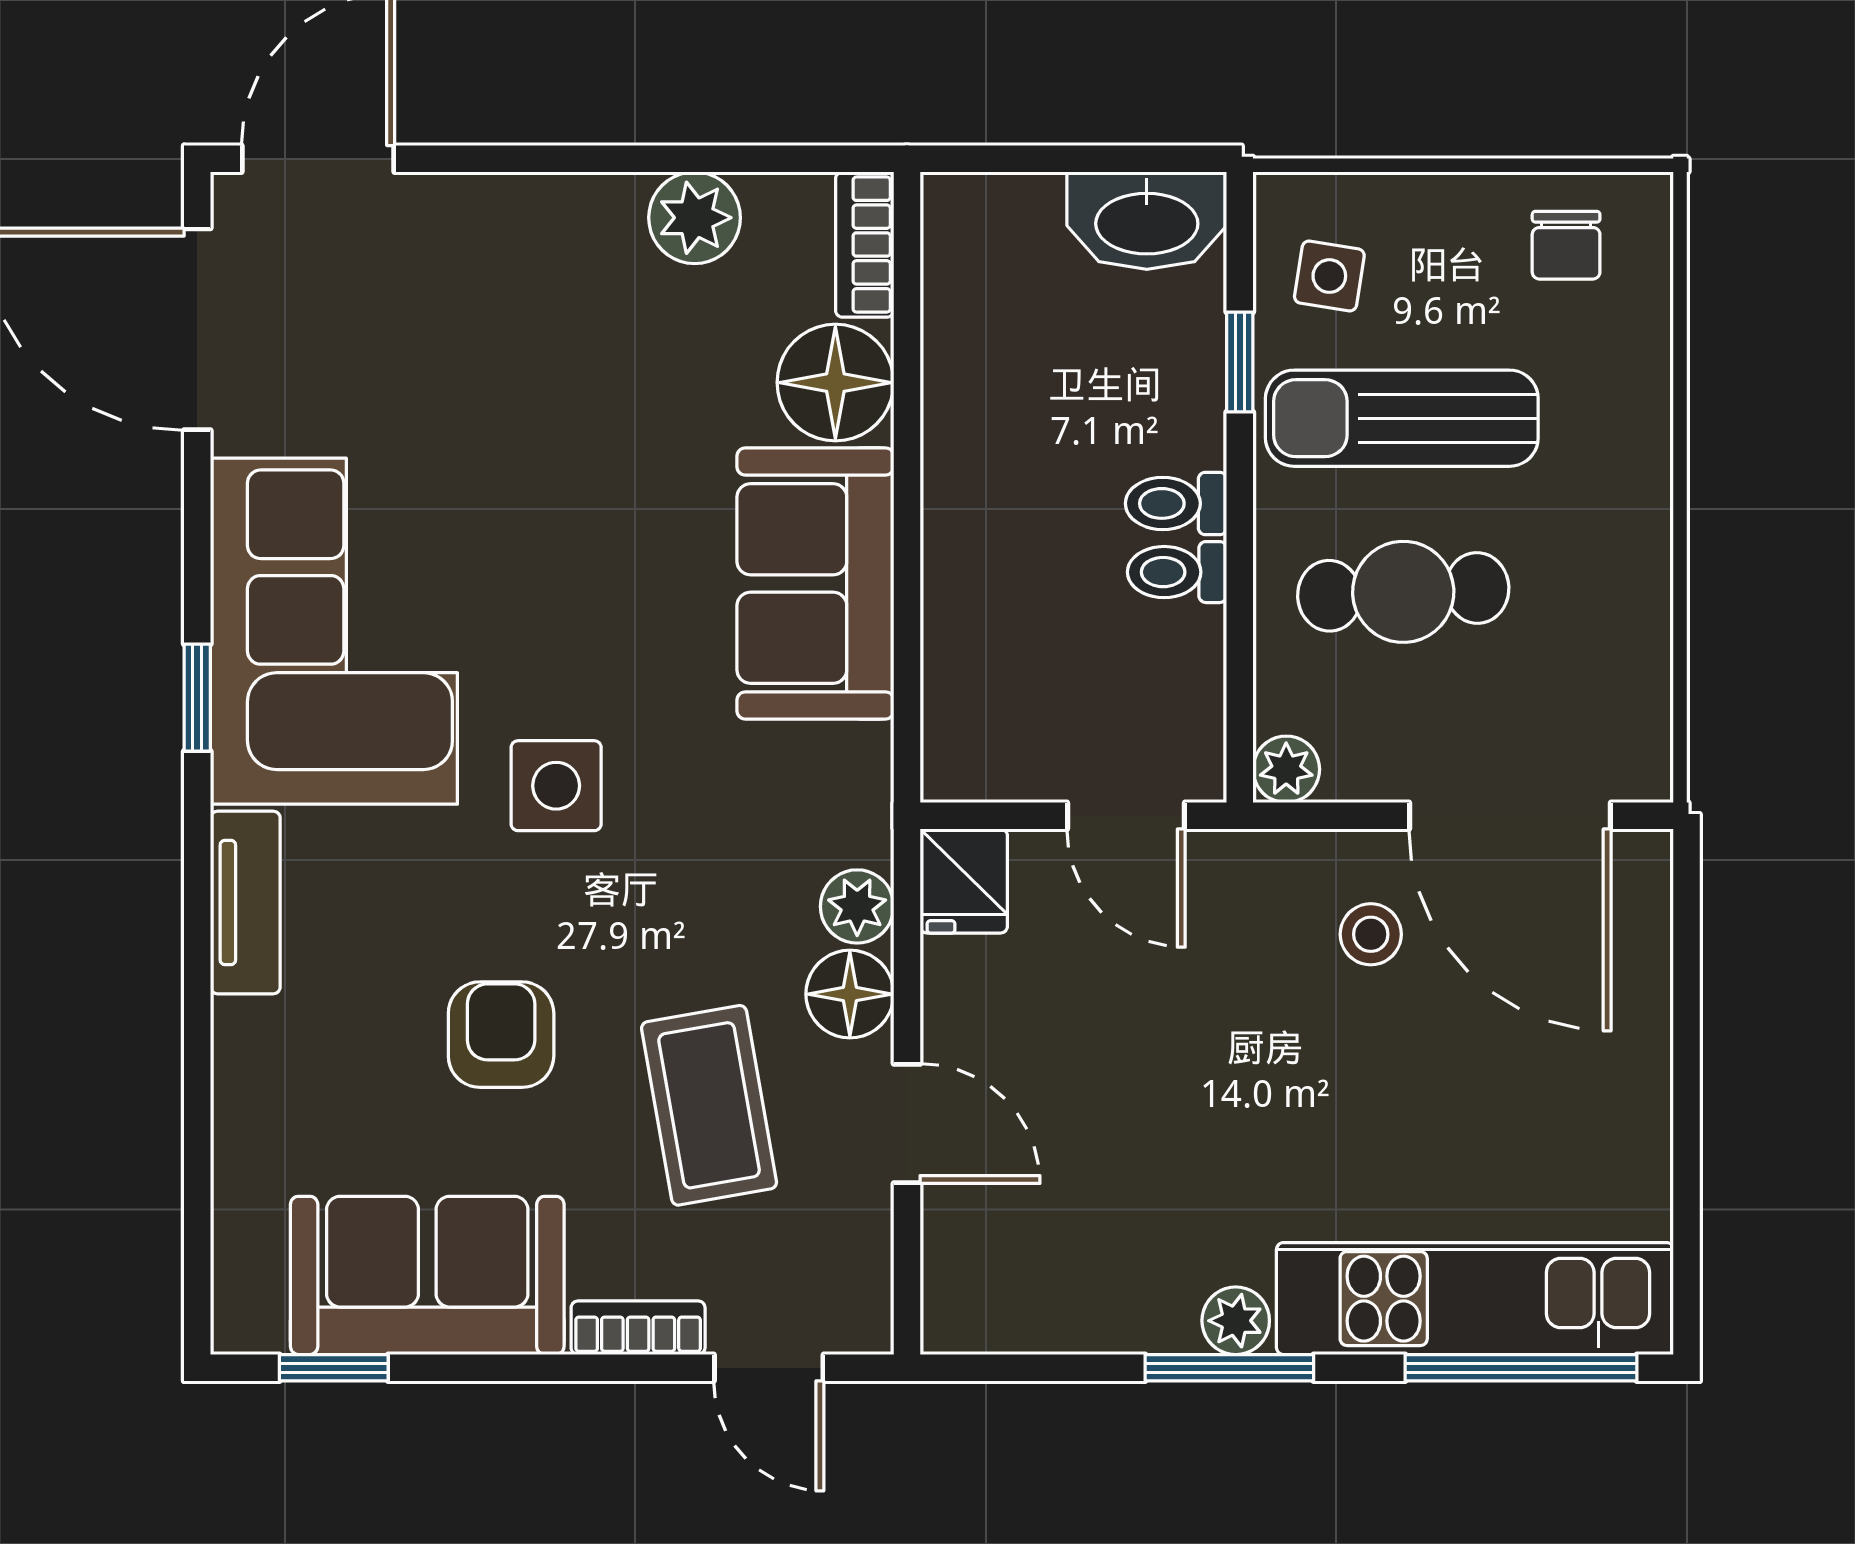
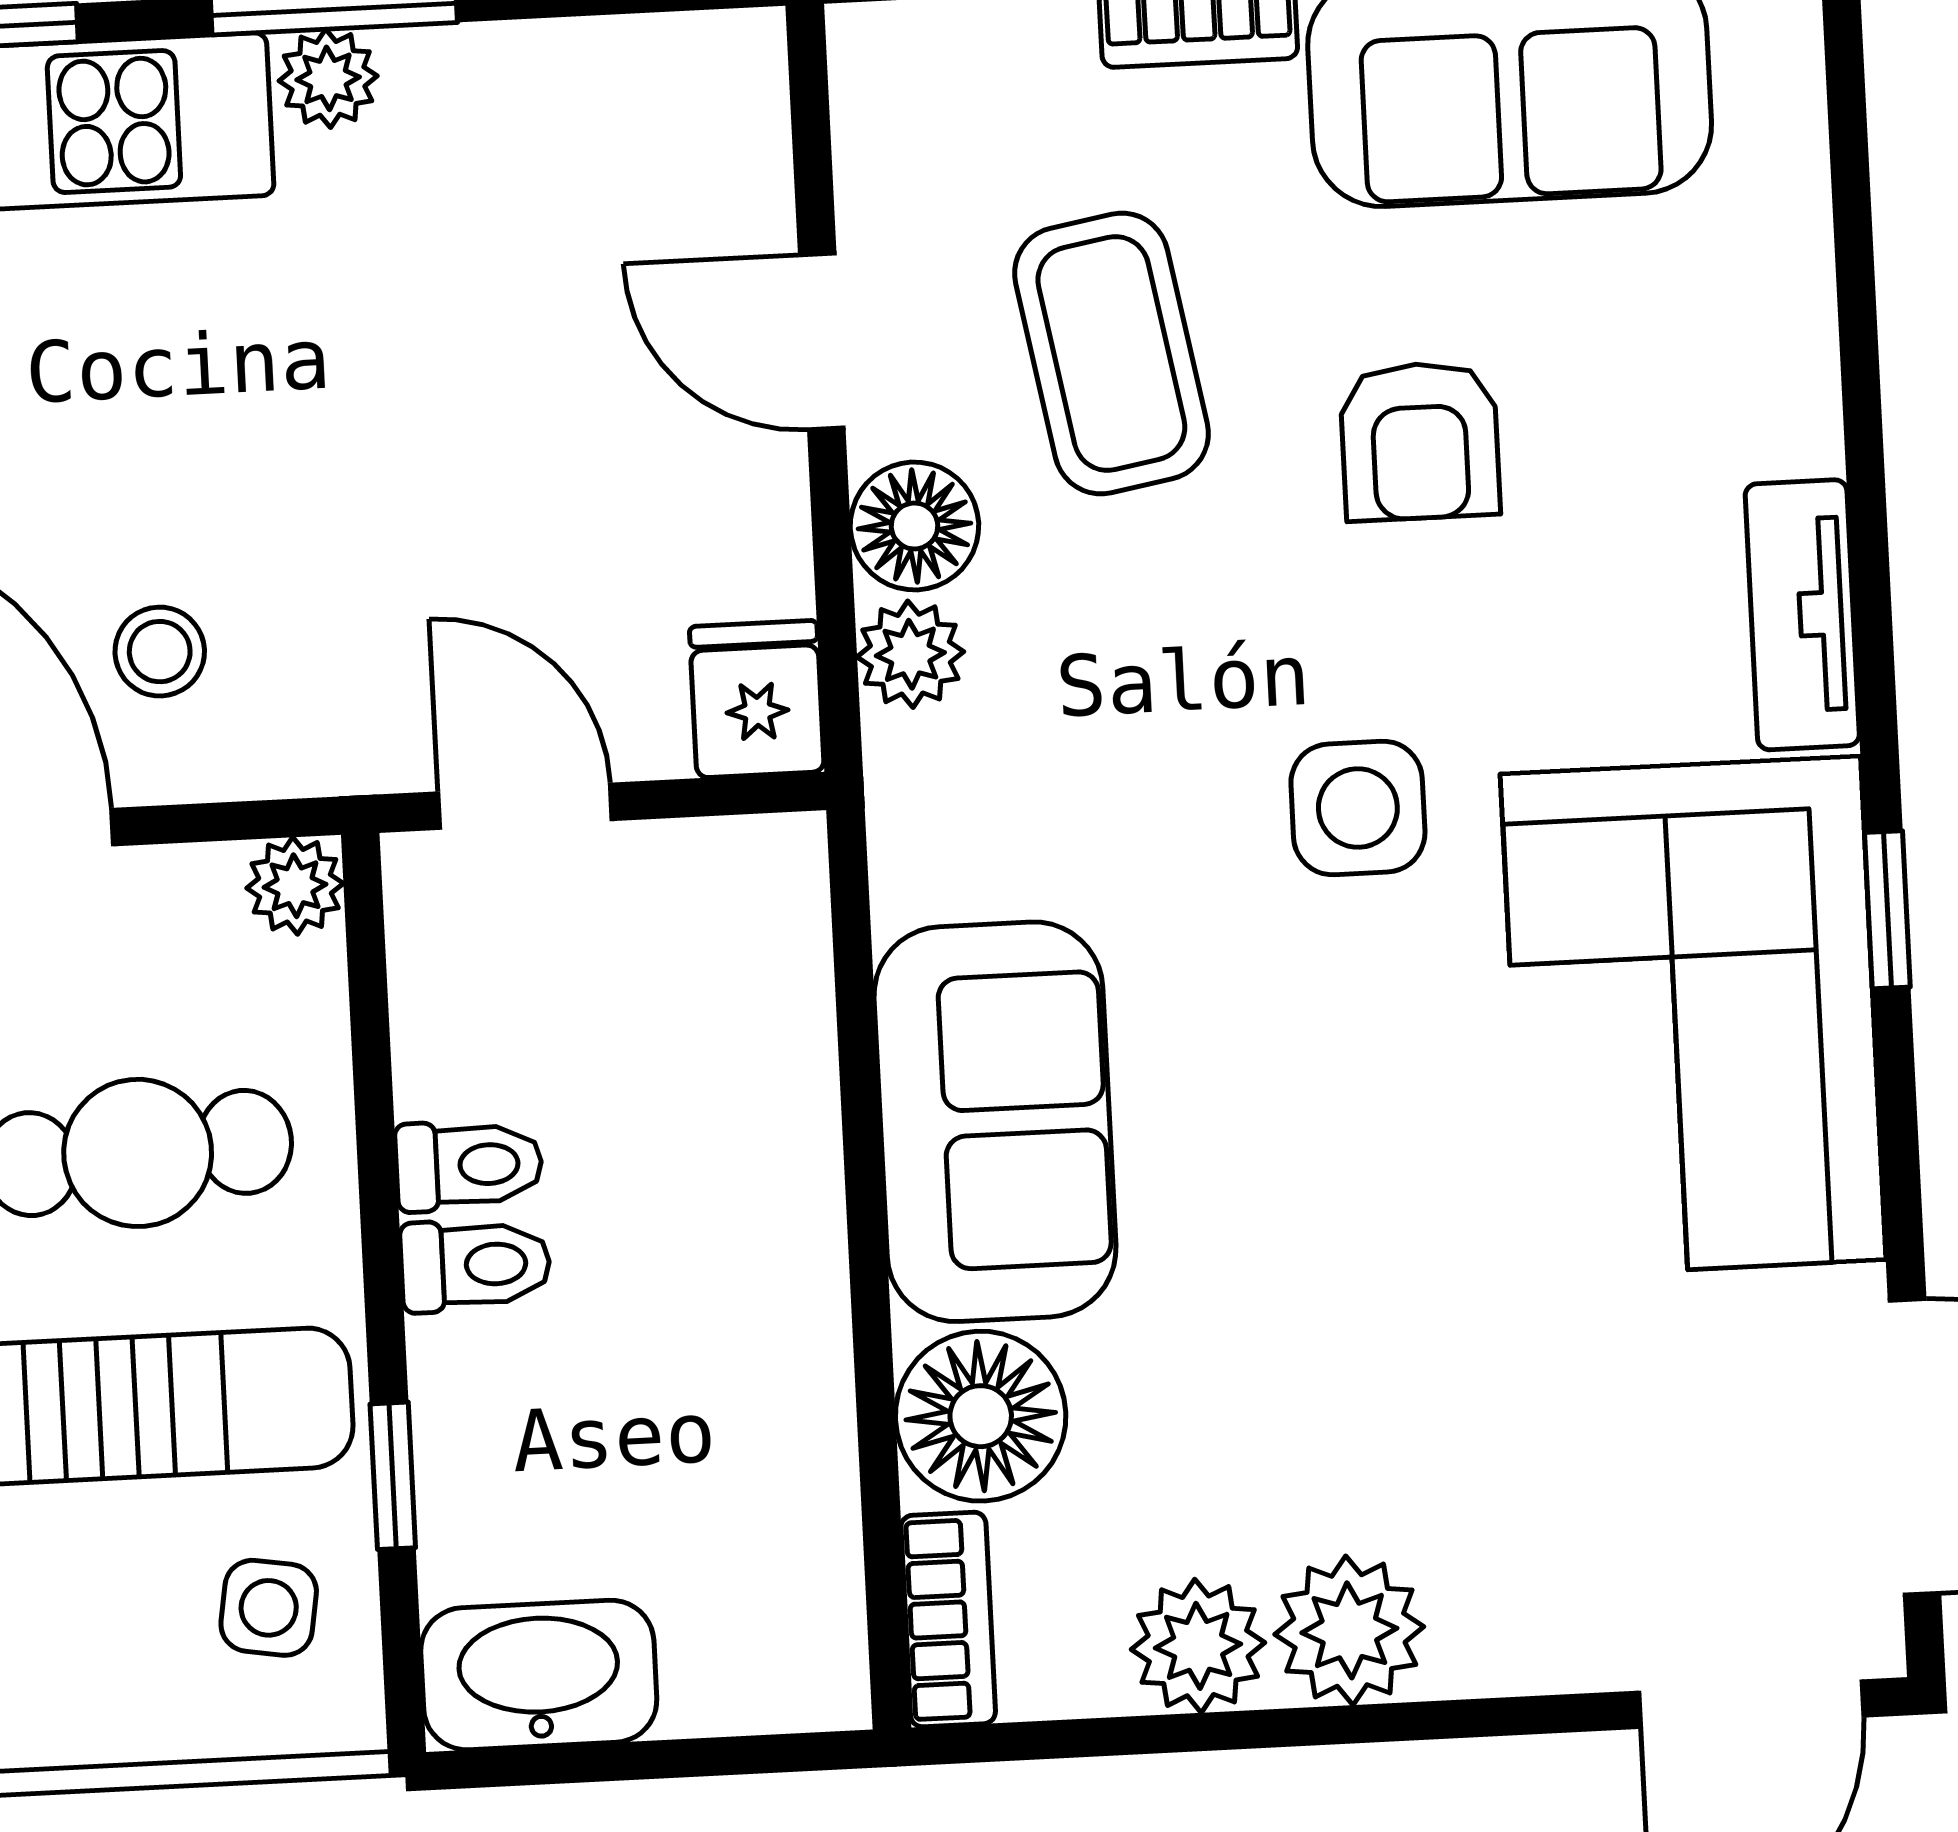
plant: (591, 223) -> (1349, 1630), added

